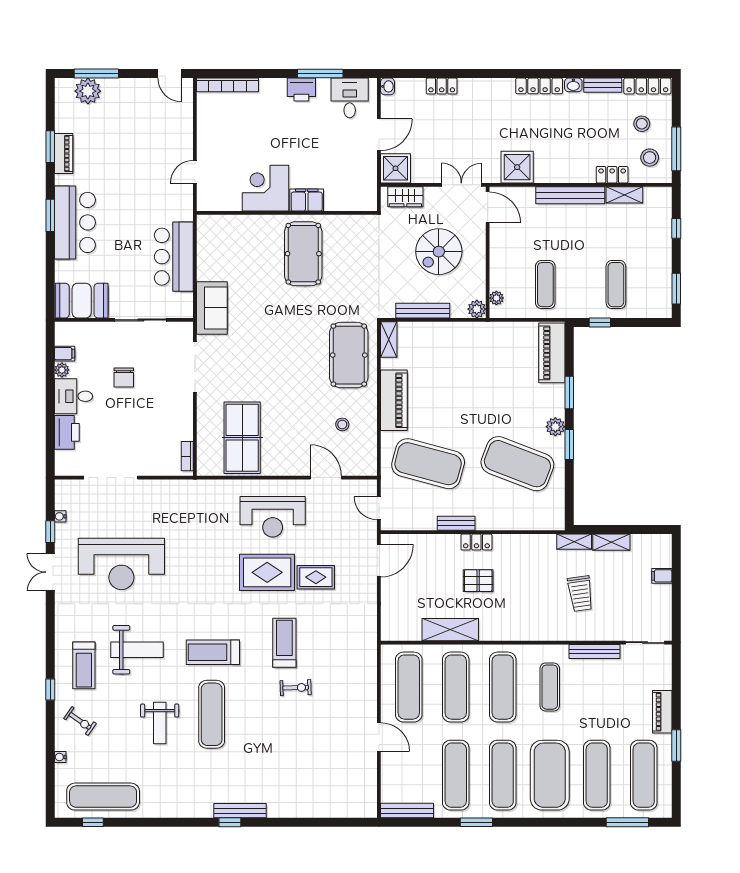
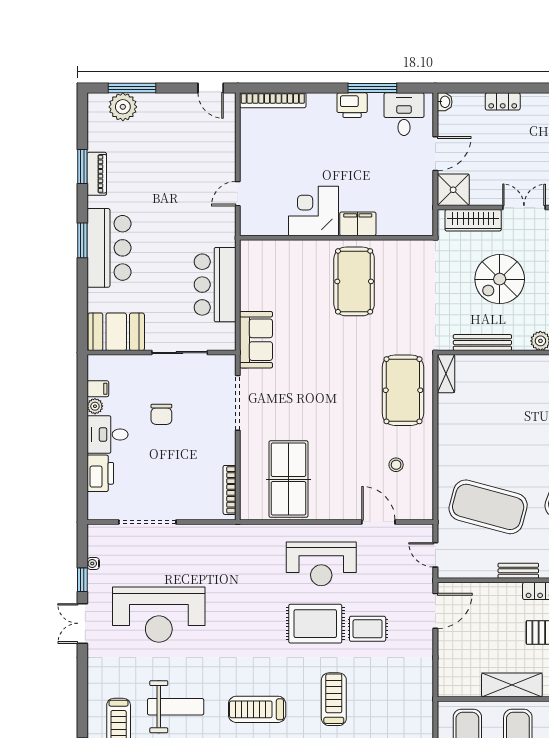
wardrobe: (405, 197) -> (473, 220), width x1.50
piano: (394, 400) -> (451, 439), removed
bookcase: (187, 456) -> (229, 490), width x1.56

